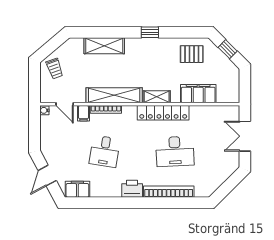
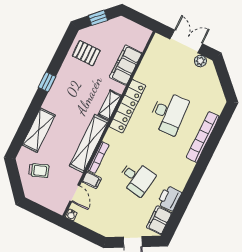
pallet: (192, 54) -> (86, 53), turned 90
trolley: (55, 69) -> (39, 170), moved
door: (65, 104) -> (75, 193), hinge flipped
double door: (245, 136) -> (186, 41), swing flipped
plant: (234, 157) -> (200, 61), added
printer: (132, 189) -> (169, 198), moved

